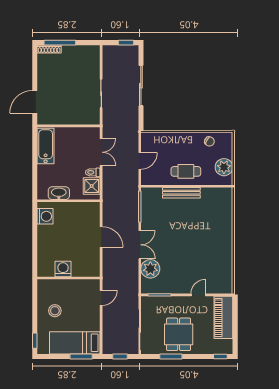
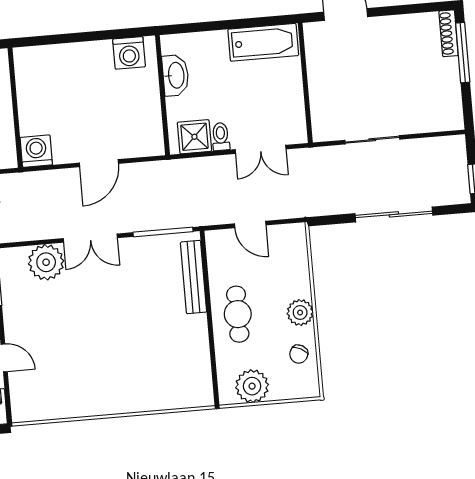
plant: (188, 139) -> (300, 313), added
bench: (181, 193) -> (194, 277), moved
washing machine: (63, 269) -> (36, 151), moved, turned -90

